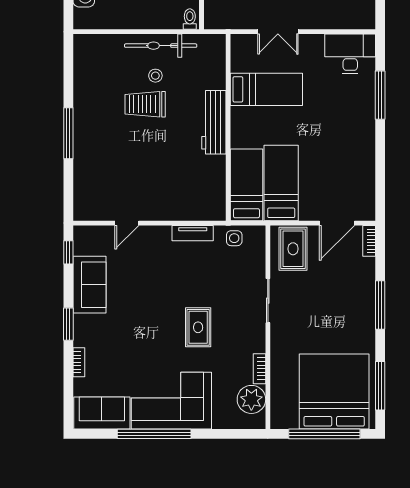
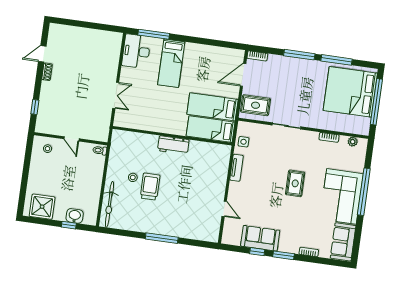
bicycle: (161, 46) -> (109, 204), moved
bed: (266, 89) -> (171, 63), moved, turned 180
window: (380, 95) -> (154, 34), moved
trolley: (145, 104) -> (150, 187), turned 180
workbench: (214, 122) -> (173, 145), width x0.73
door: (337, 223) -> (243, 75), swing flipped
window: (68, 252) -> (257, 252), moved
rug: (198, 327) -> (295, 183), moved, turned 90
window: (380, 386) -> (337, 60), moved
plant: (251, 399) -> (353, 142), width x0.53, depth x0.53
window: (154, 434) -> (364, 192), moved

